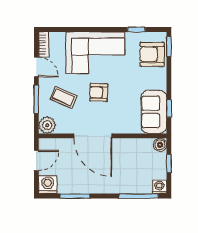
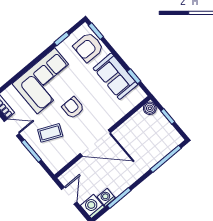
armchair: (99, 93) -> (73, 108), turned 88
sofa: (154, 112) -> (115, 76), moved
plant: (47, 125) -> (55, 163), removed
washing machine: (159, 187) -> (106, 197), moved

